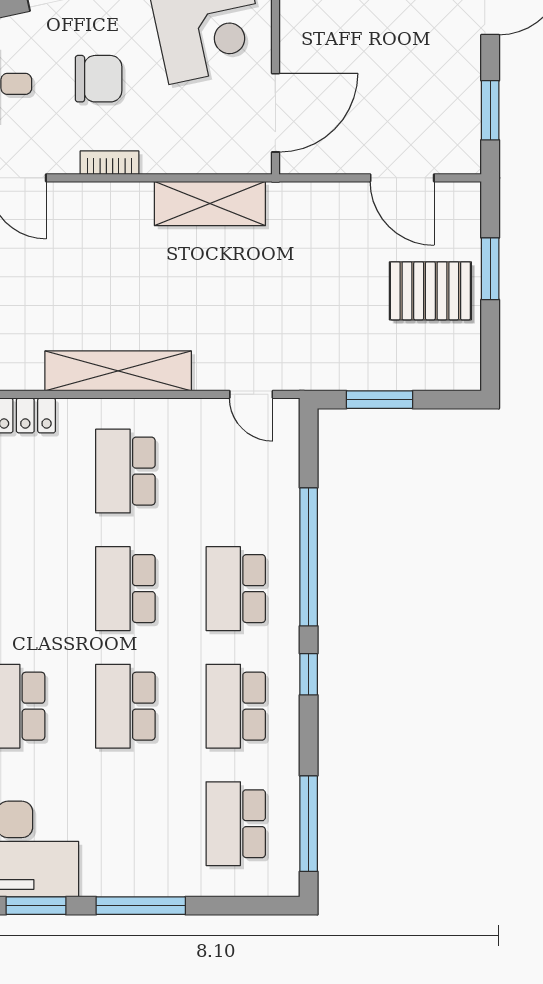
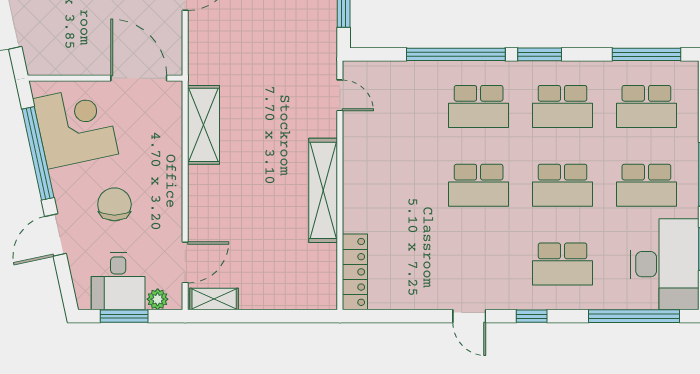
bookcase: (110, 163) -> (174, 197), removed
door: (251, 394) -> (340, 95), hinge flipped
school desk: (125, 471) -> (646, 185), moved
window: (309, 674) -> (540, 54), width x1.50

